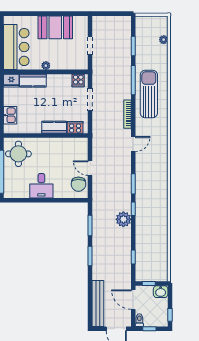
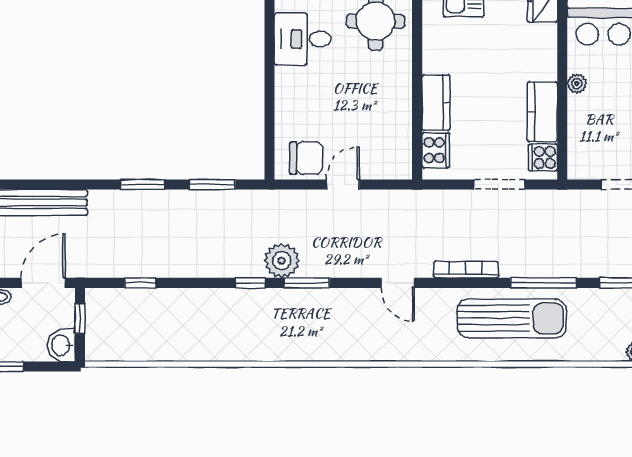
kitchen counter: (33, 81) -> (542, 112), moved
chair: (78, 184) -> (306, 158), turned 180
desk: (41, 186) -> (303, 39), moved
plant: (123, 219) -> (282, 261), moved

